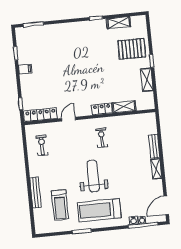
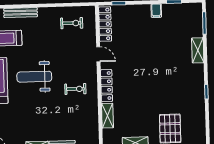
shelving: (119, 23) -> (198, 50), moved
locker: (102, 109) -> (107, 86), width x1.53
weight bench: (93, 176) -> (34, 77), turned 180

